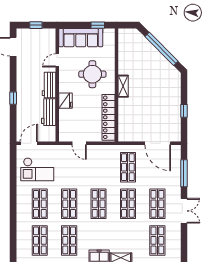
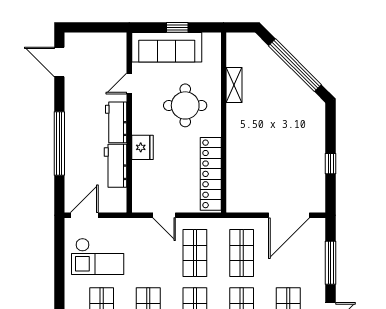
window: (36, 25) -> (95, 27), removed
window: (98, 25) -> (177, 27), moved
shelving: (123, 86) -> (234, 85), moved
window: (13, 98) -> (59, 143), width x3.17
door: (158, 143) -> (289, 215), hinge flipped
shop shelf: (99, 167) -> (195, 253), added

